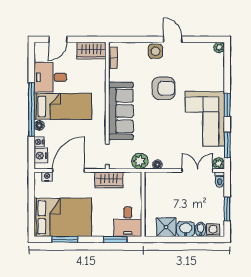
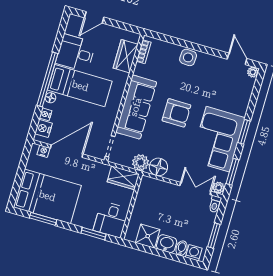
door: (173, 39) -> (237, 59), moved
wardrobe: (91, 51) -> (126, 56), moved, turned 90
armchair: (164, 88) -> (176, 113), moved
floor lamp: (157, 164) -> (158, 167), width x1.89, depth x1.89
wardrobe: (109, 180) -> (123, 178), moved

